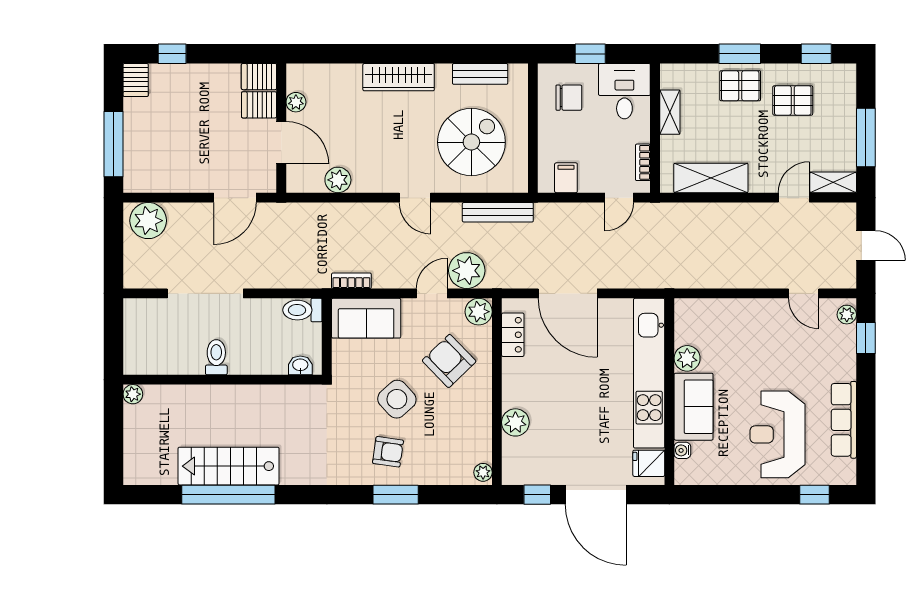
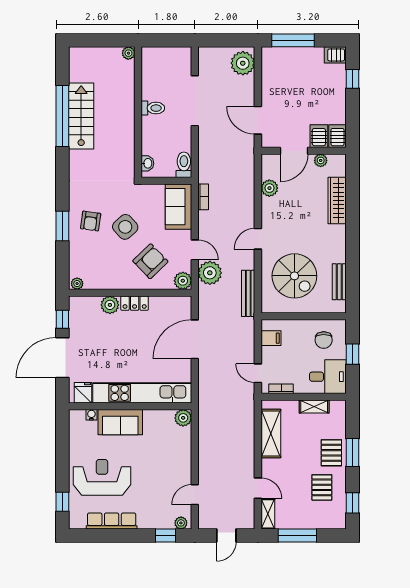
wardrobe: (399, 77) -> (337, 200), moved
locker: (513, 335) -> (135, 303), moved
plant: (687, 358) -> (183, 418), moved

